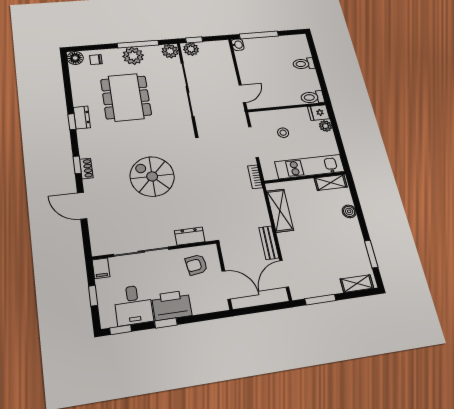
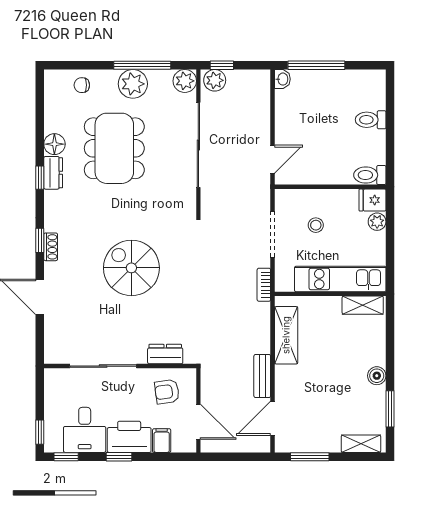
floor lamp: (75, 58) -> (54, 144), moved
boiler: (349, 211) -> (377, 376), moved
filing cabinet: (101, 268) -> (162, 441), moved, turned 180
window: (93, 296) -> (40, 432), moved

